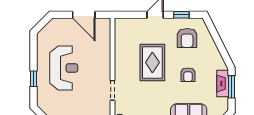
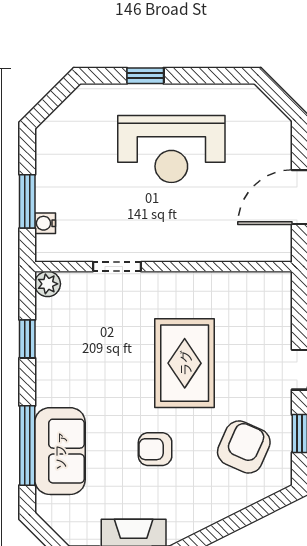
armchair: (187, 38) -> (244, 447), turned 114
rug: (152, 62) -> (185, 363), turned 90

